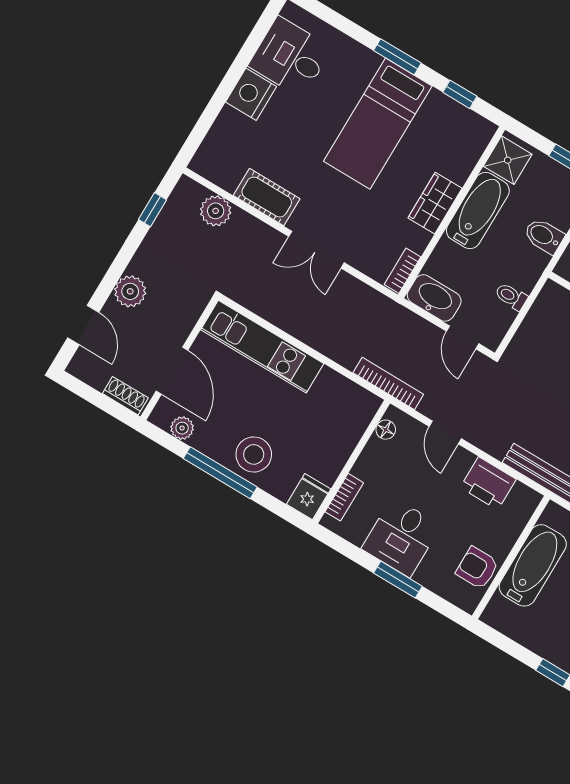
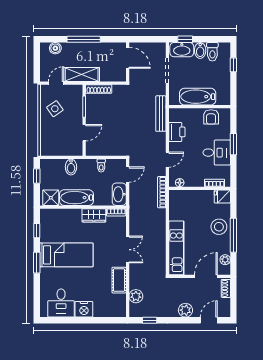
wardrobe: (435, 203) -> (94, 215), moved

